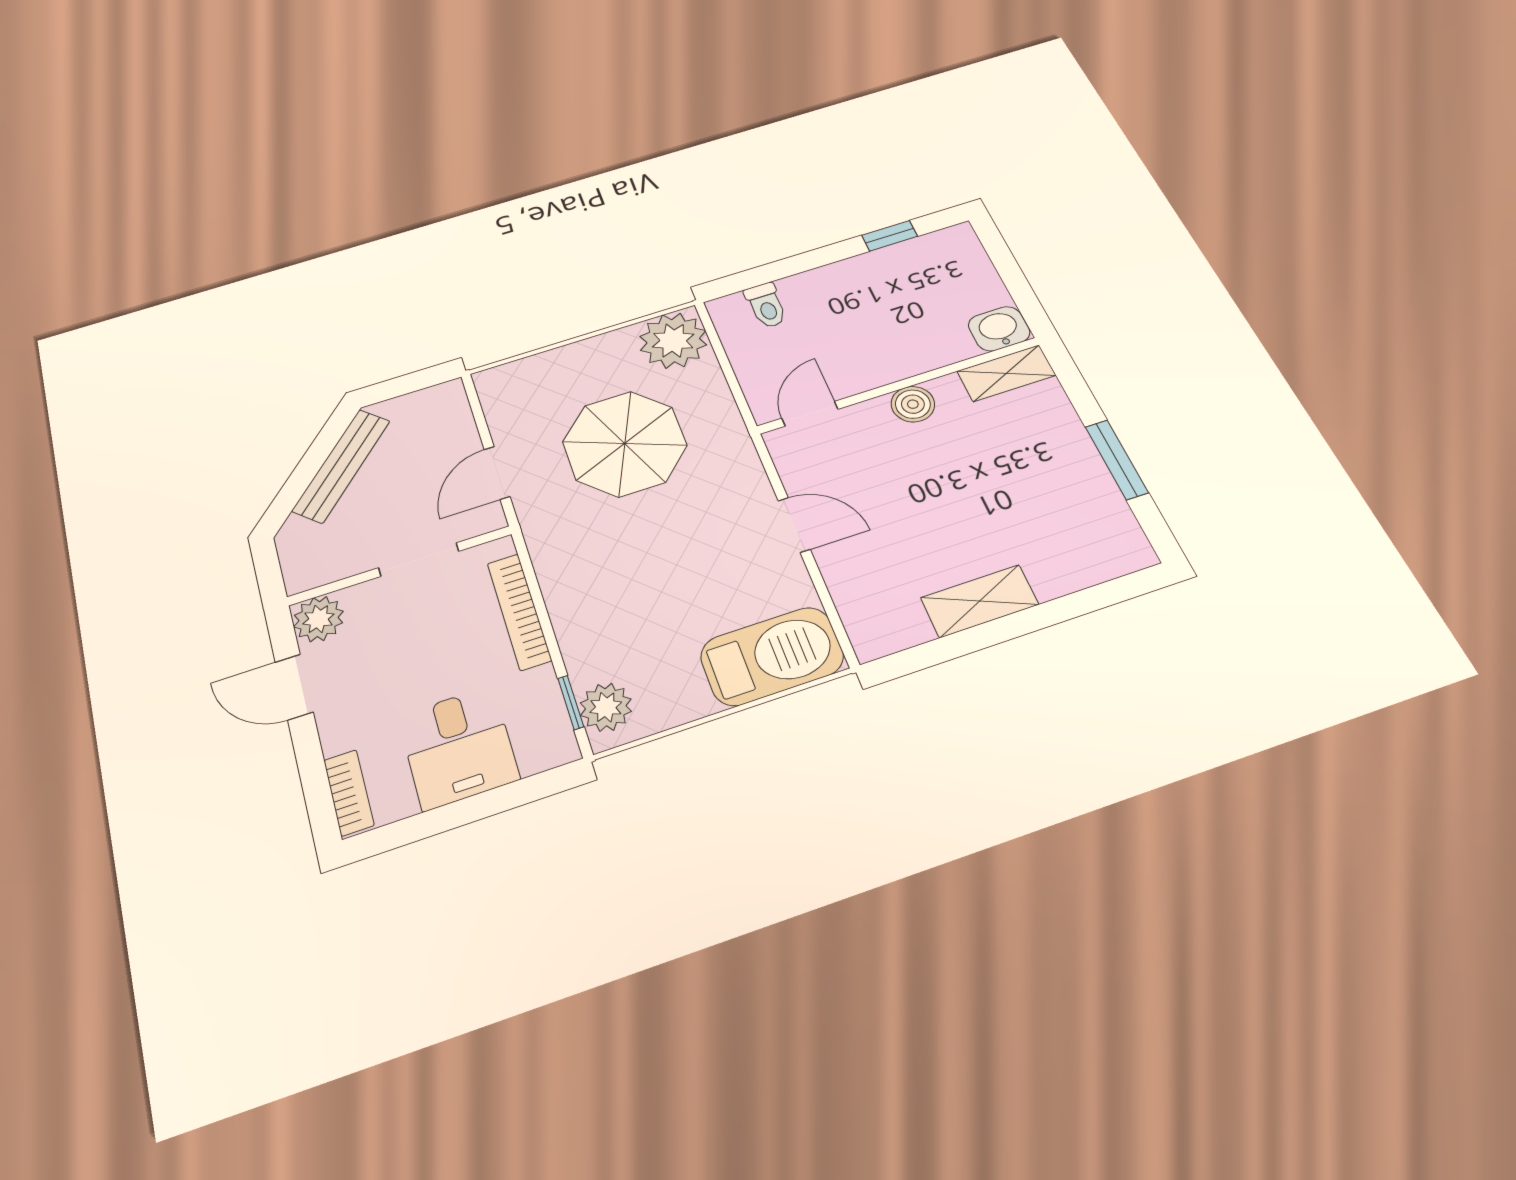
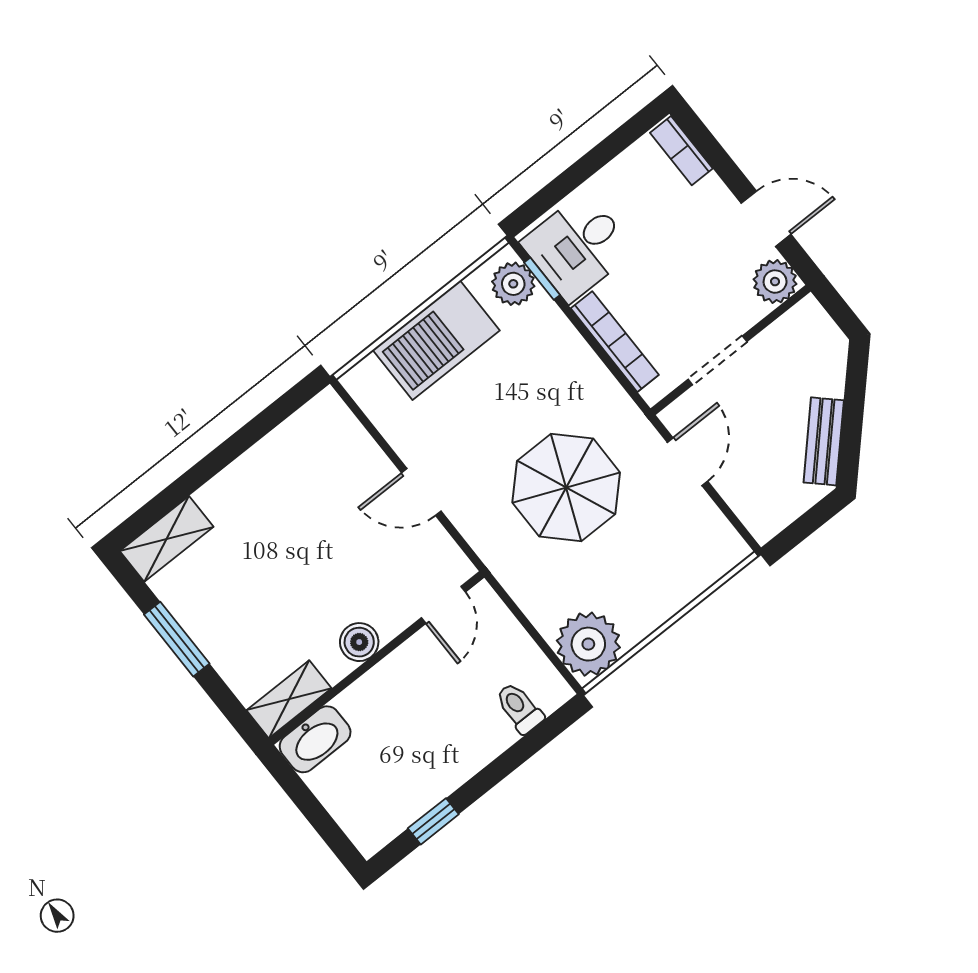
washbasin: (999, 329) -> (315, 739), width x1.38
parasol: (625, 444) -> (566, 488), moved
bench: (341, 466) -> (824, 441), width x0.73
shelving: (980, 601) -> (167, 539), moved
barbecue: (772, 656) -> (436, 340), moved
desk: (458, 747) -> (578, 247), moved, turned -90

